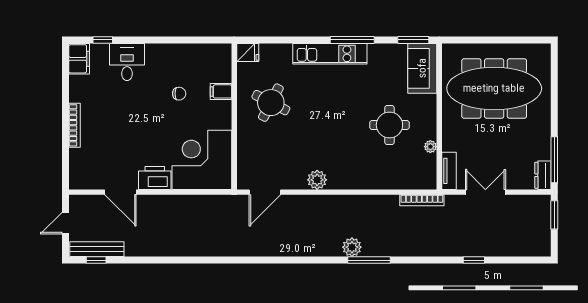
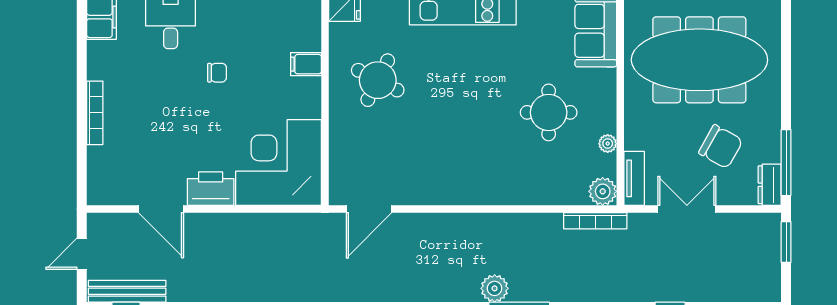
chair: (179, 94) -> (217, 73), moved
chair: (509, 149) -> (721, 147), added
plant: (317, 180) -> (603, 191), moved

